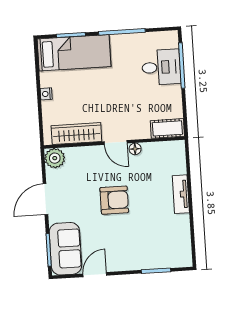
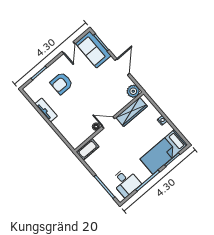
desk: (161, 67) -> (126, 182), moved, turned -90
tv unit: (181, 194) -> (46, 110), moved
armchair: (114, 200) -> (62, 83), moved

